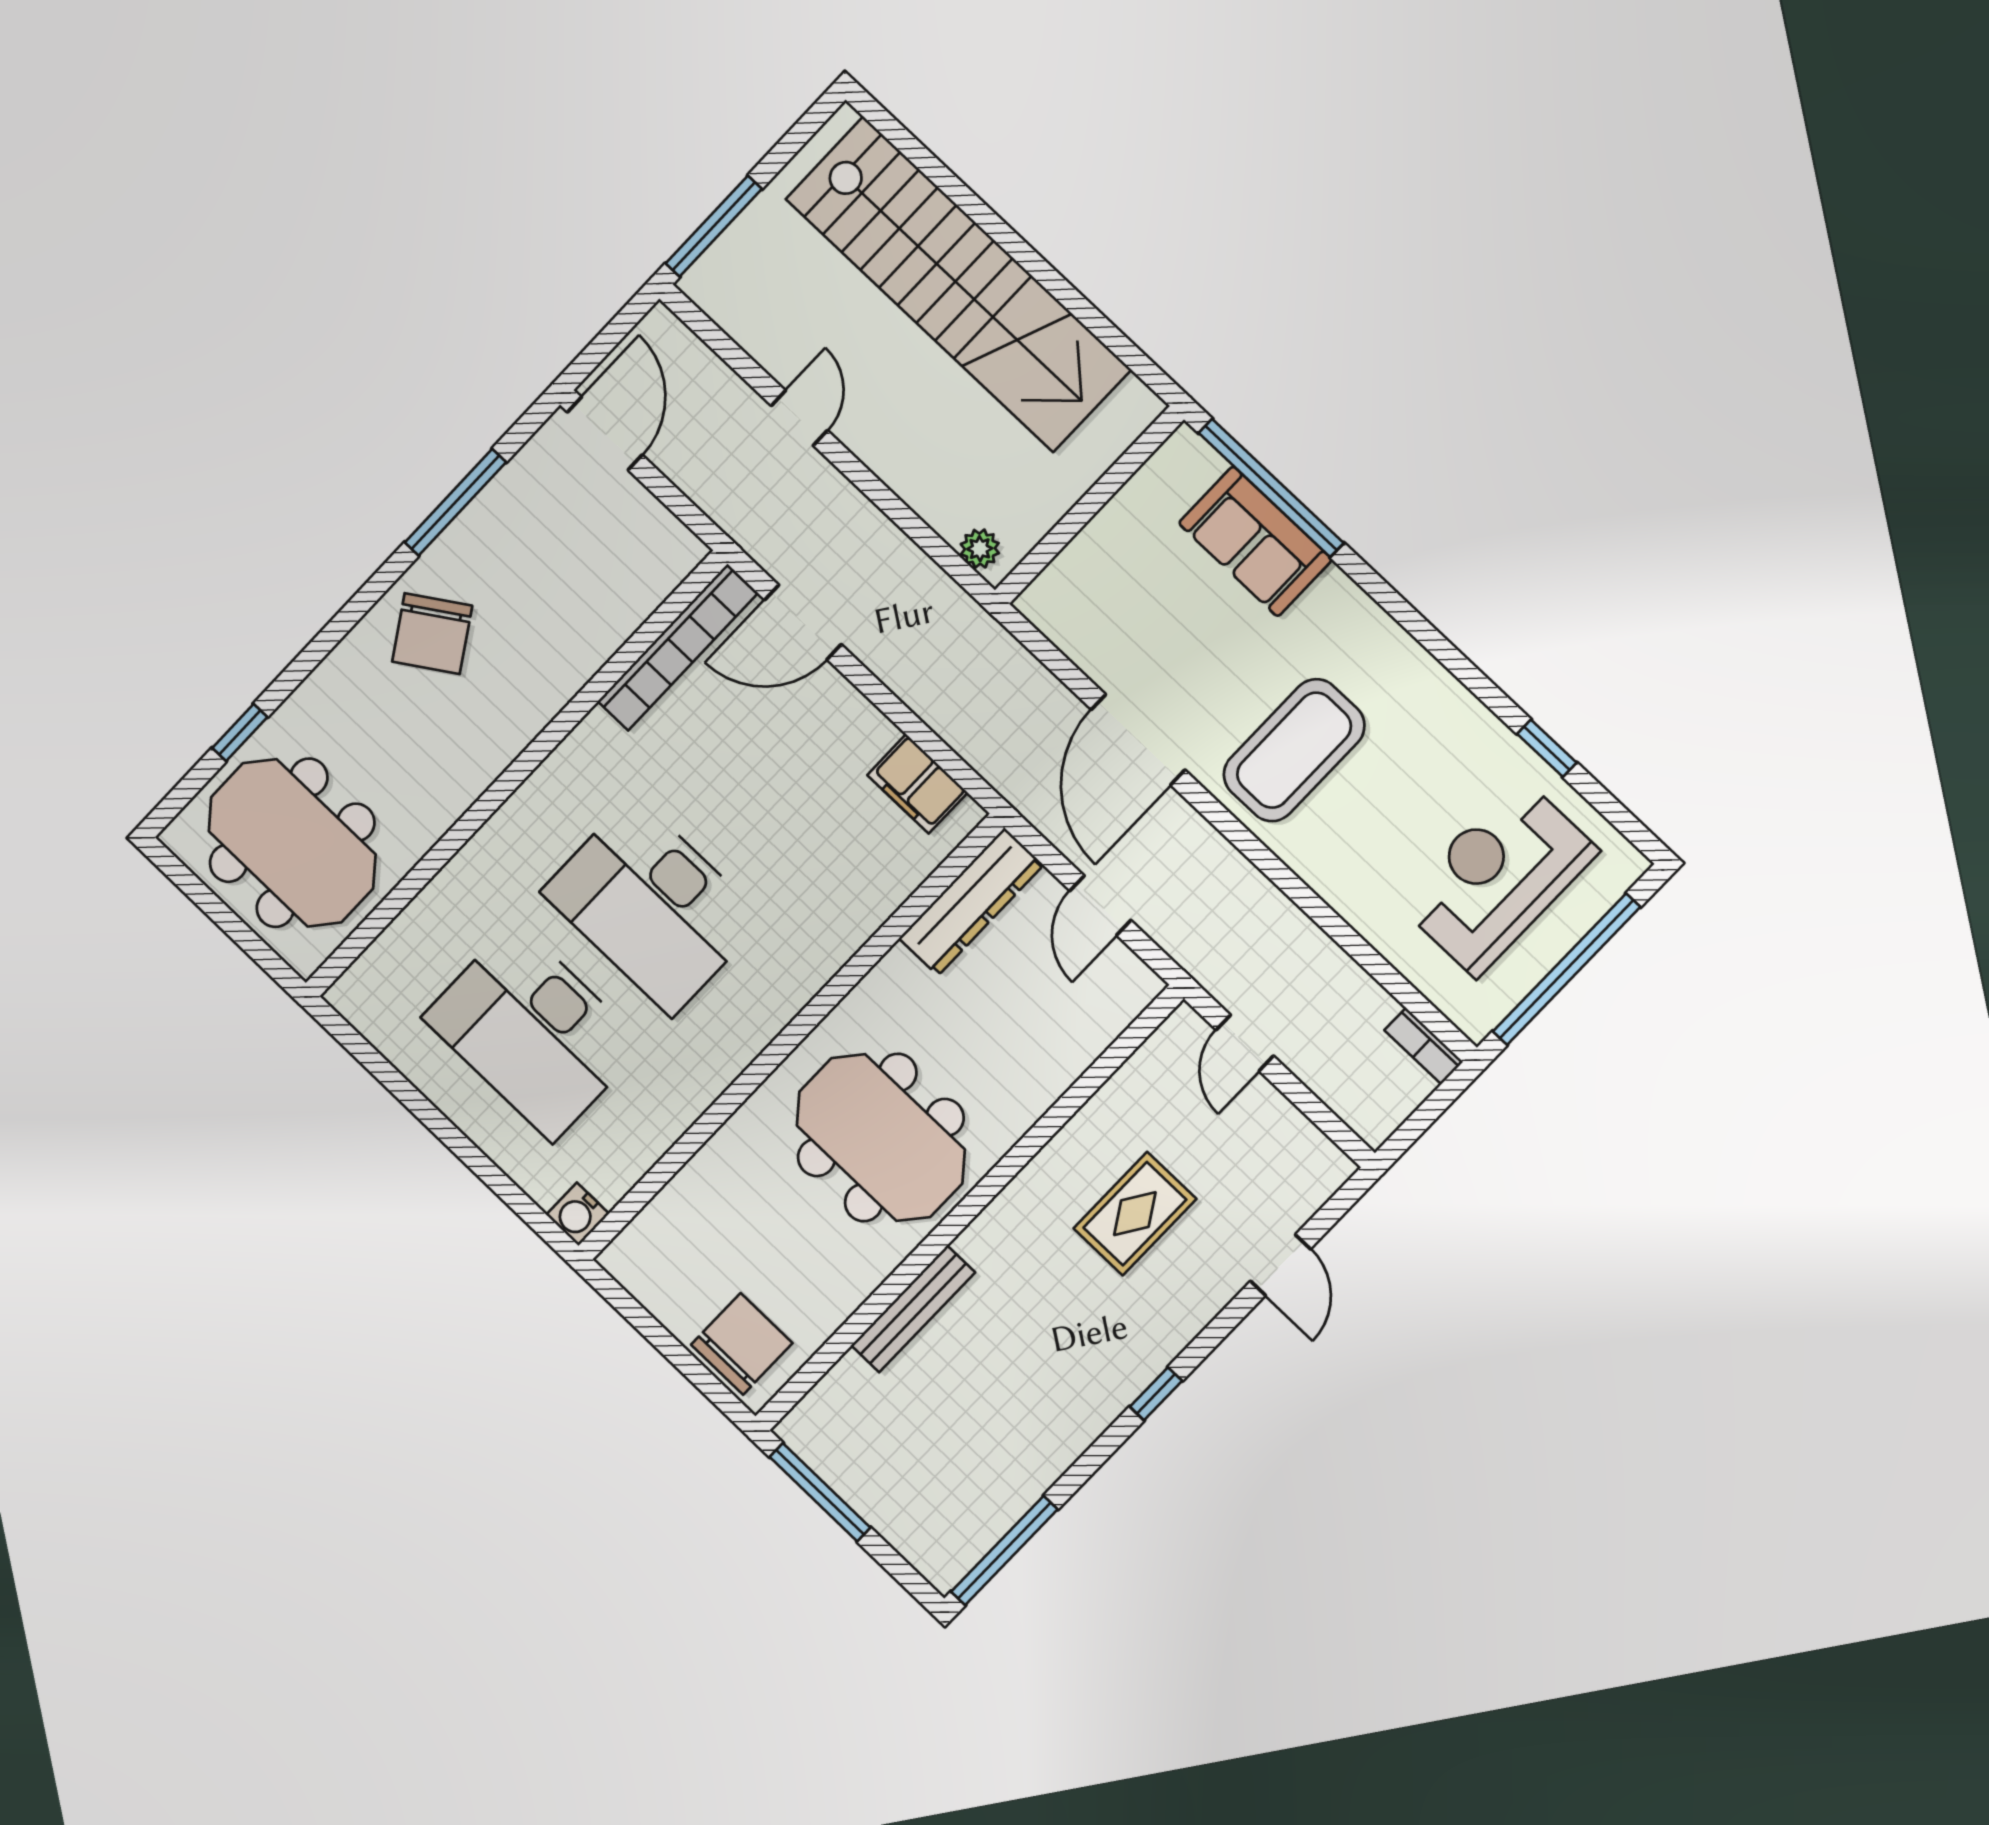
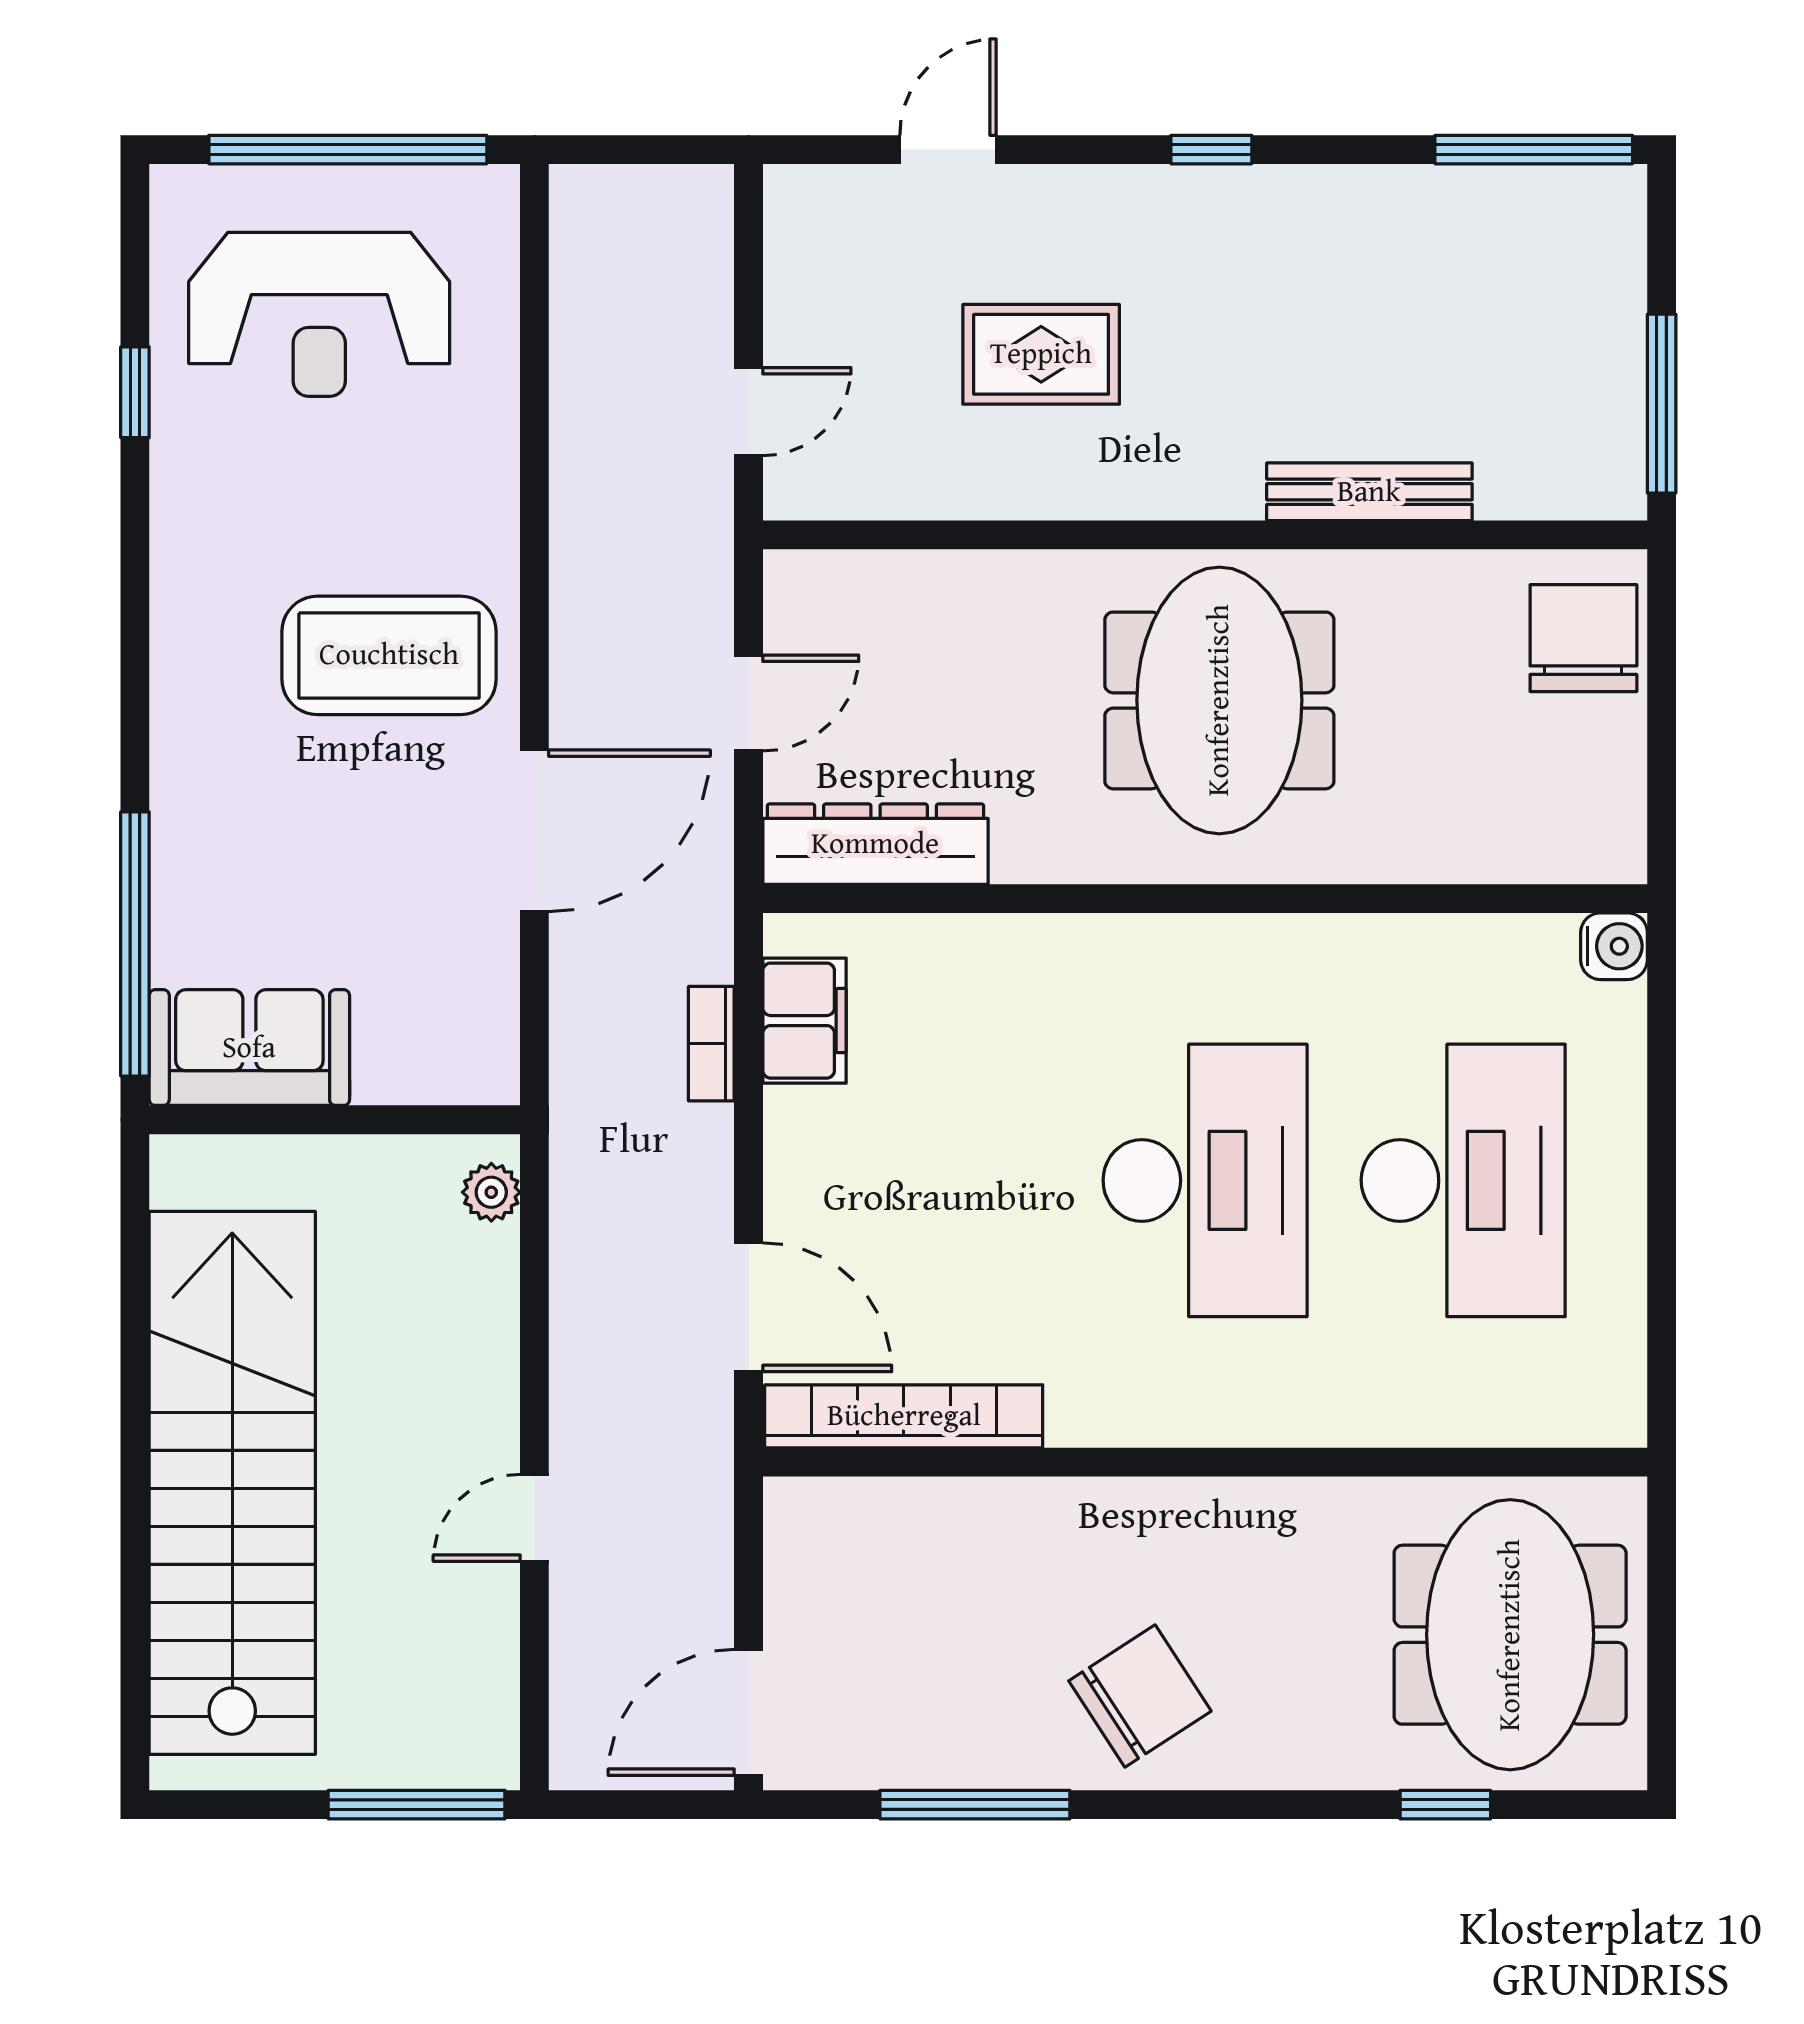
sofa: (1255, 541) -> (249, 1048), moved, turned -90
bookcase: (1424, 1046) -> (711, 1044), moved, turned 180
chair: (742, 1344) -> (1583, 638), turned 90

